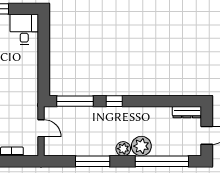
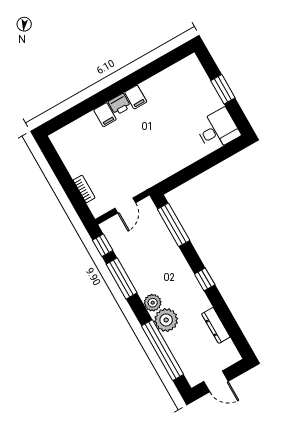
window: (114, 101) -> (205, 279), moved
dresser: (187, 112) -> (216, 325), moved
window: (61, 161) -> (103, 245), added

